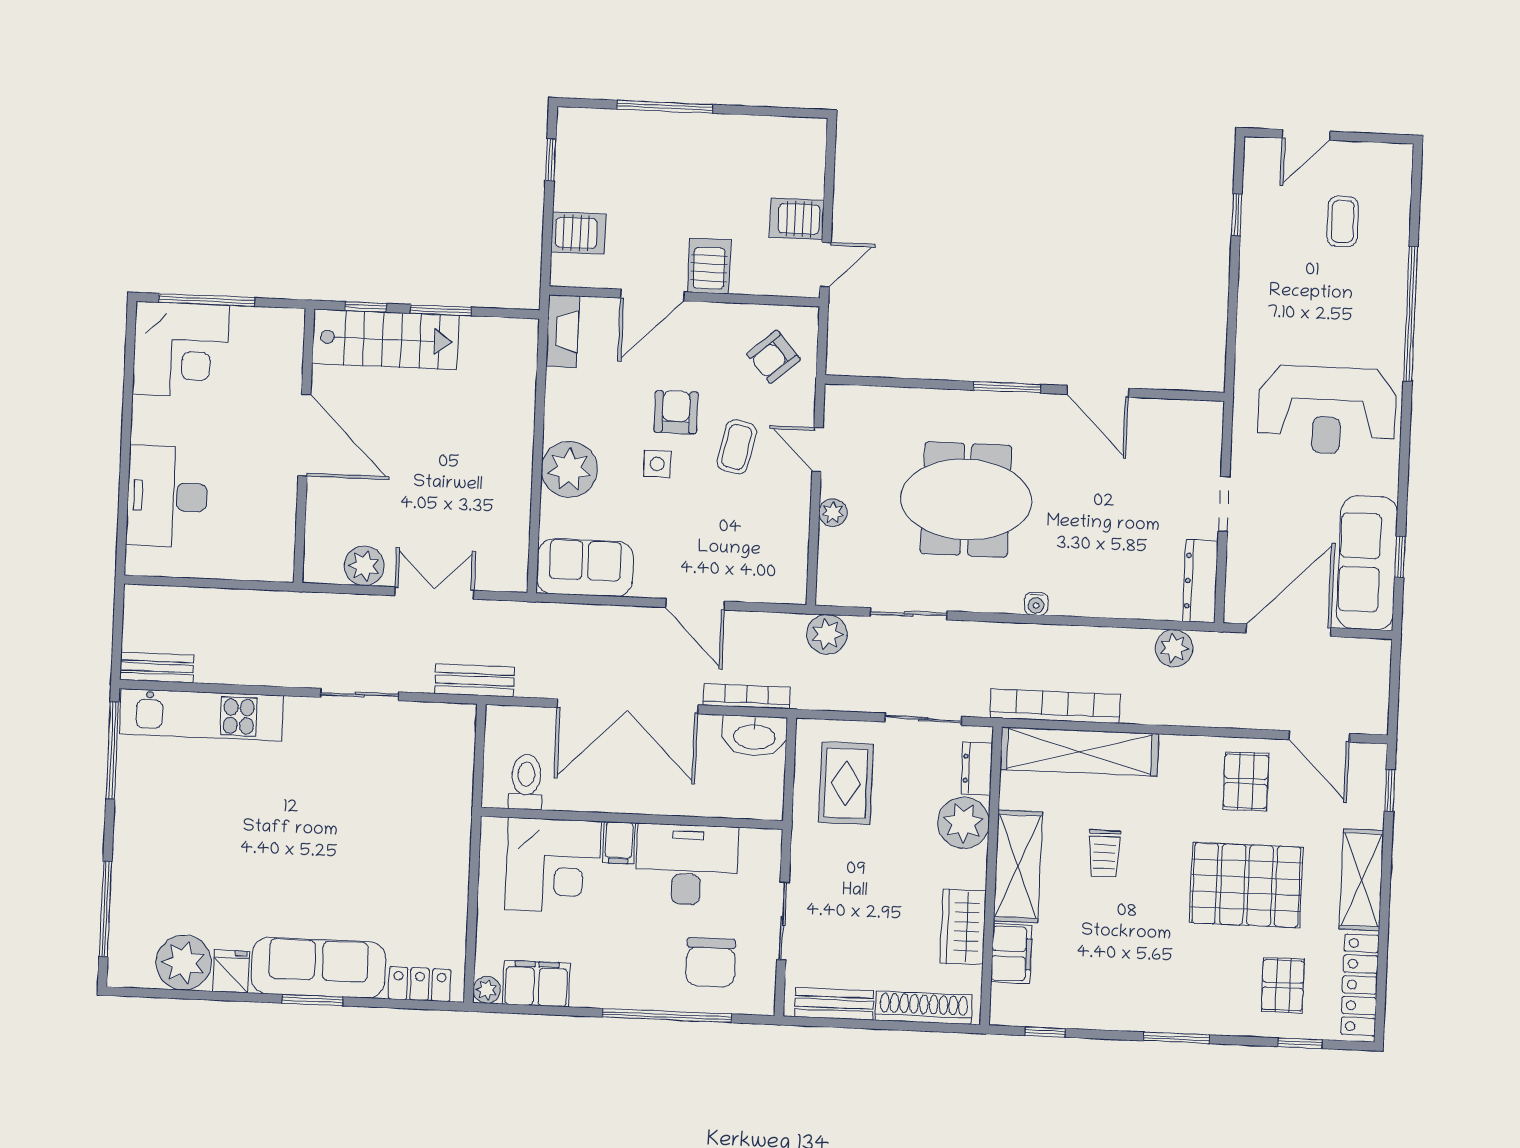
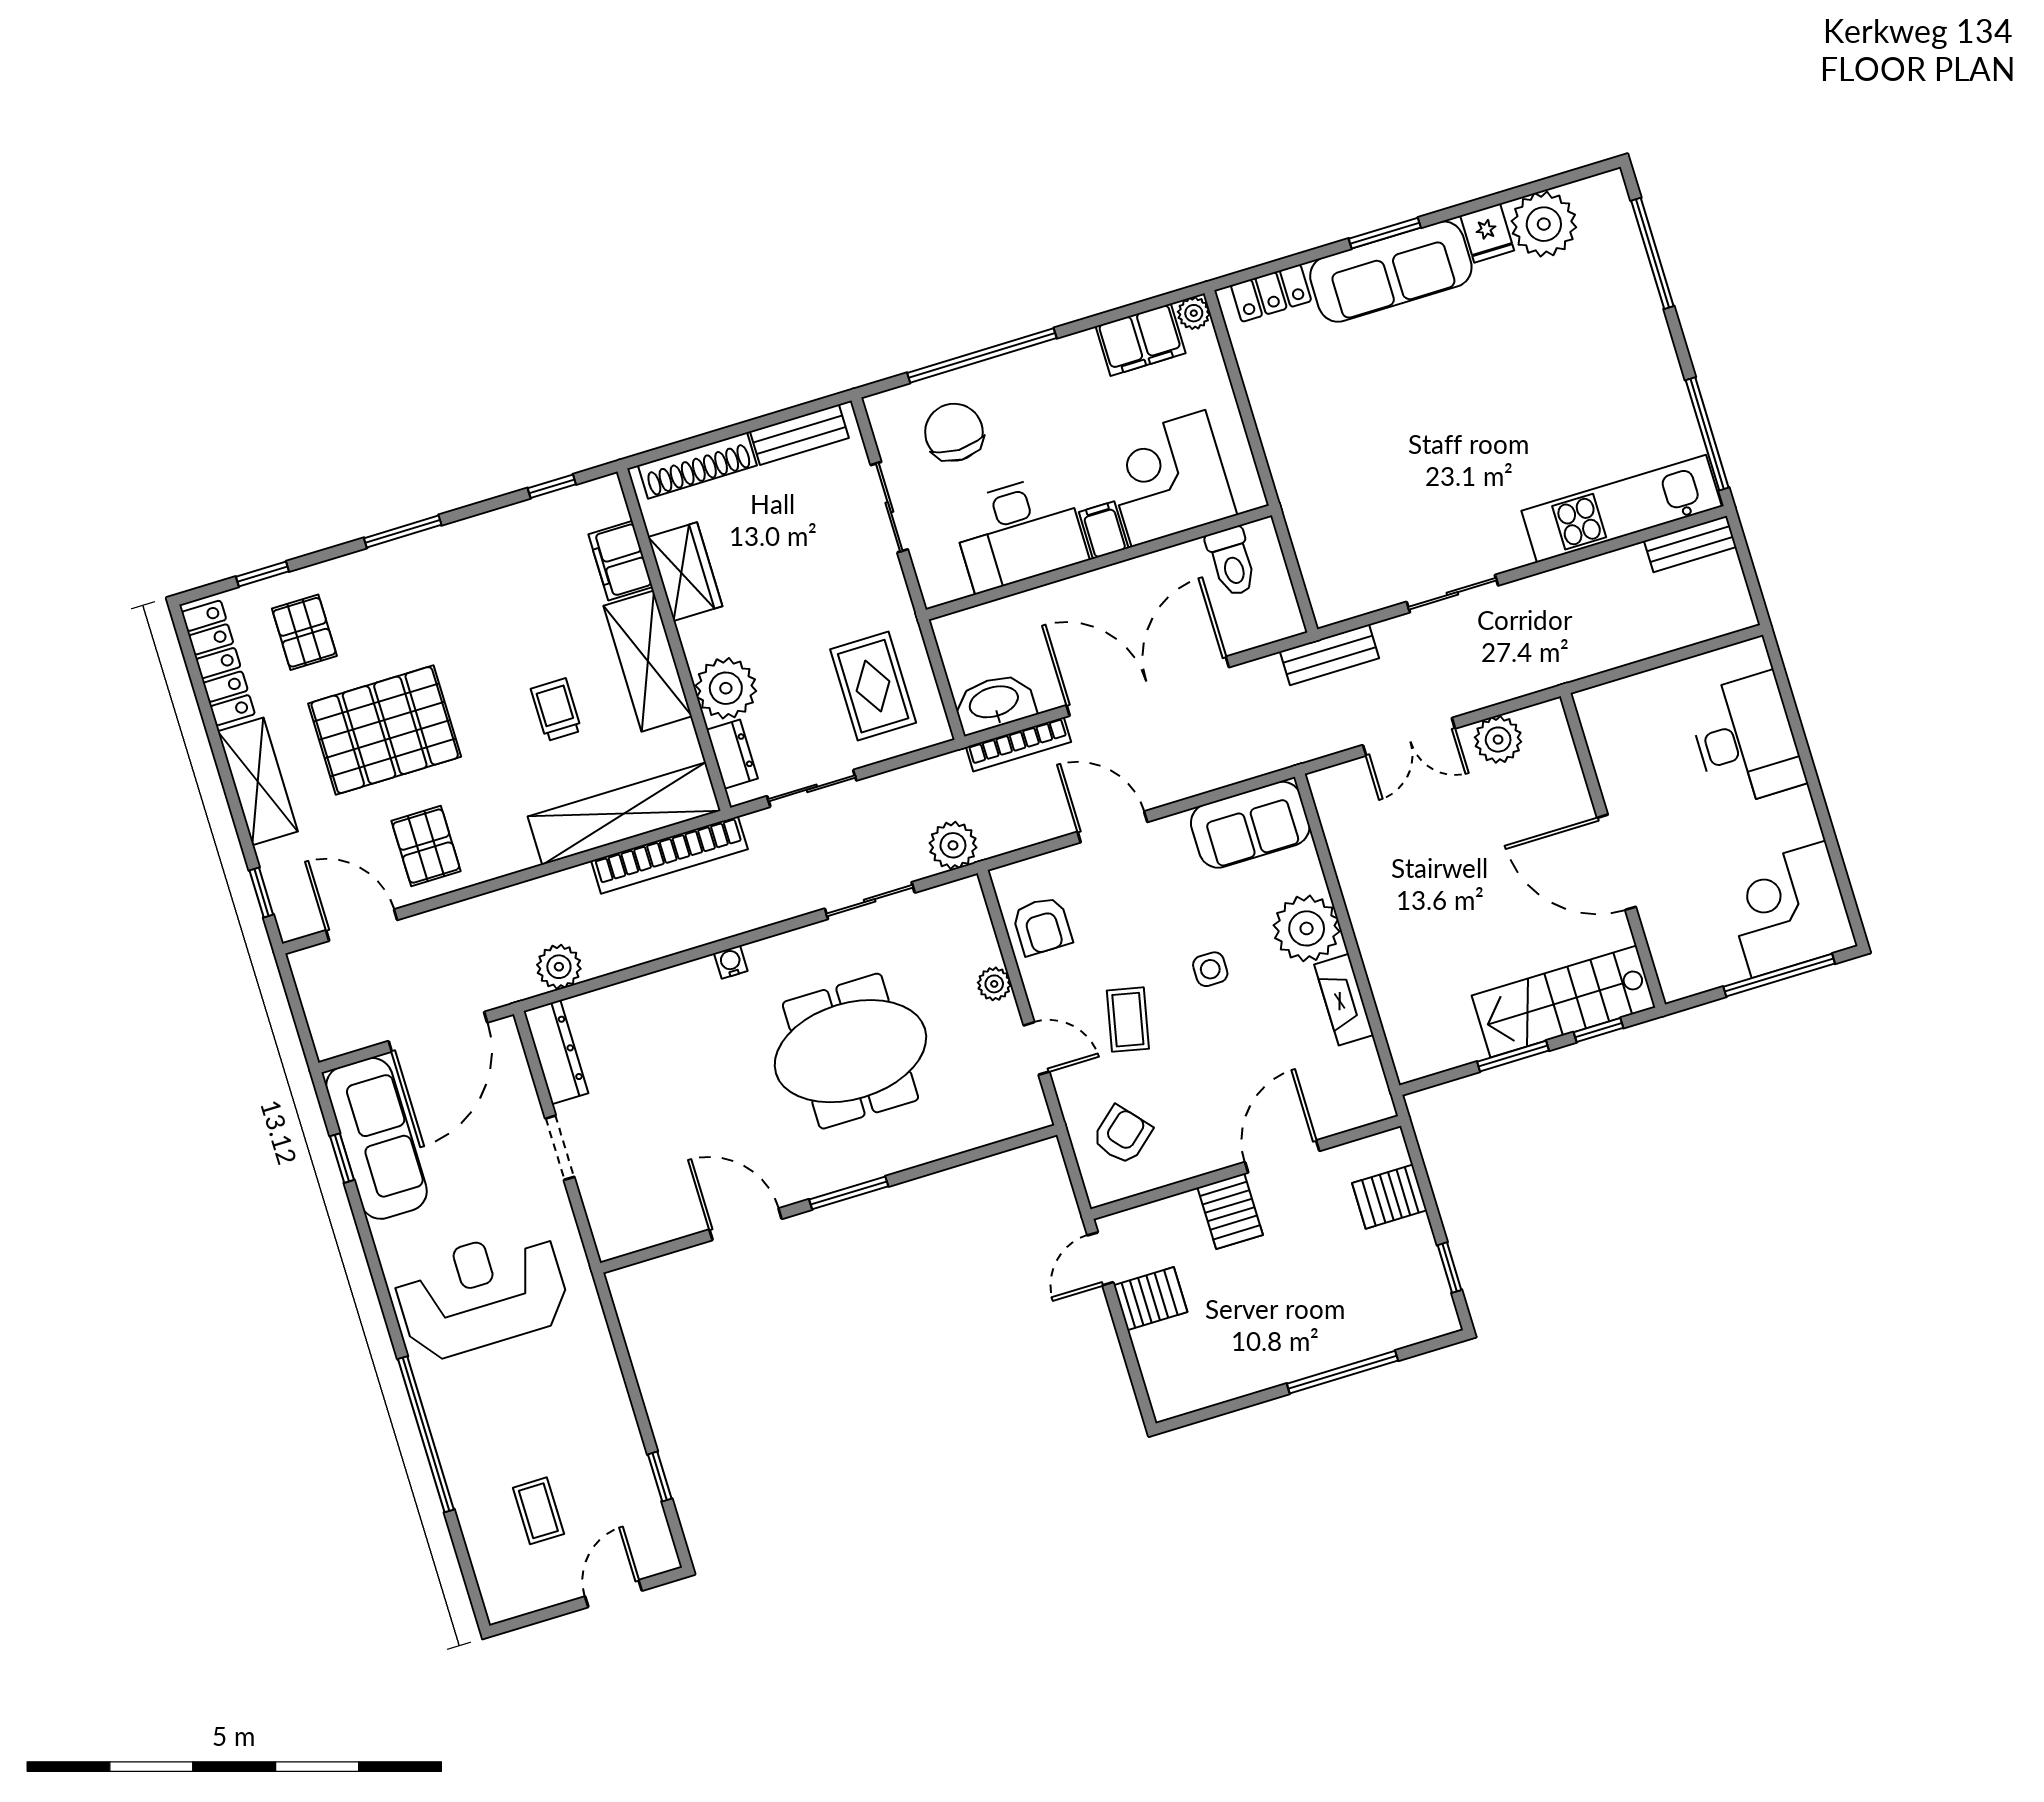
fireplace: (563, 331) -> (1344, 1000), moved
armchair: (676, 412) -> (1042, 926), moved

